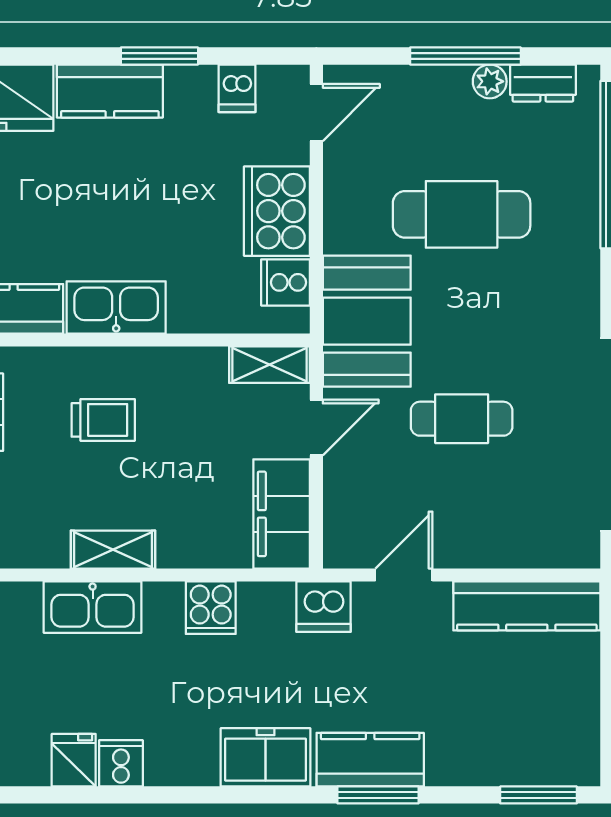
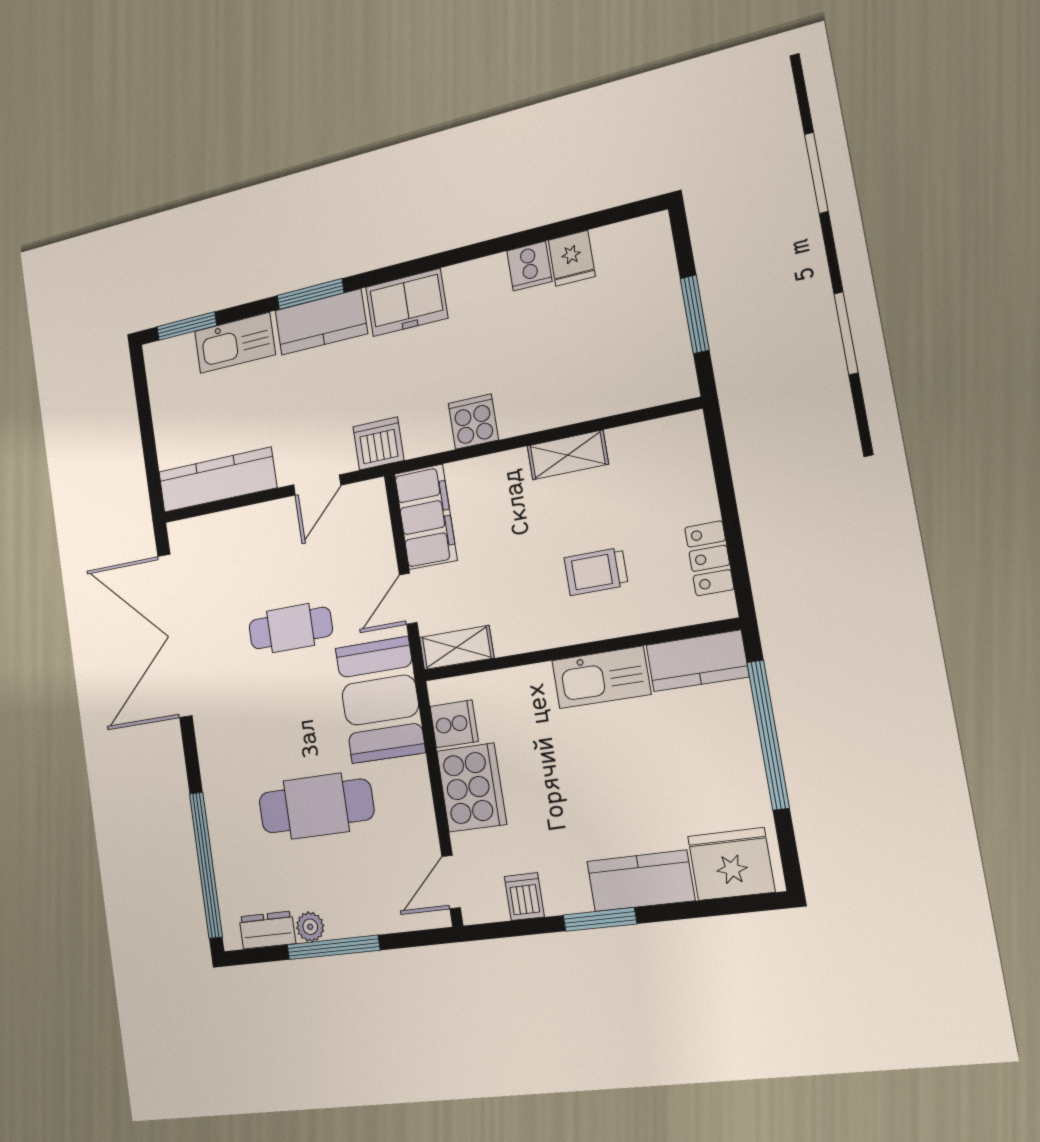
kitchen sink: (93, 607) -> (235, 343), moved, turned 180

